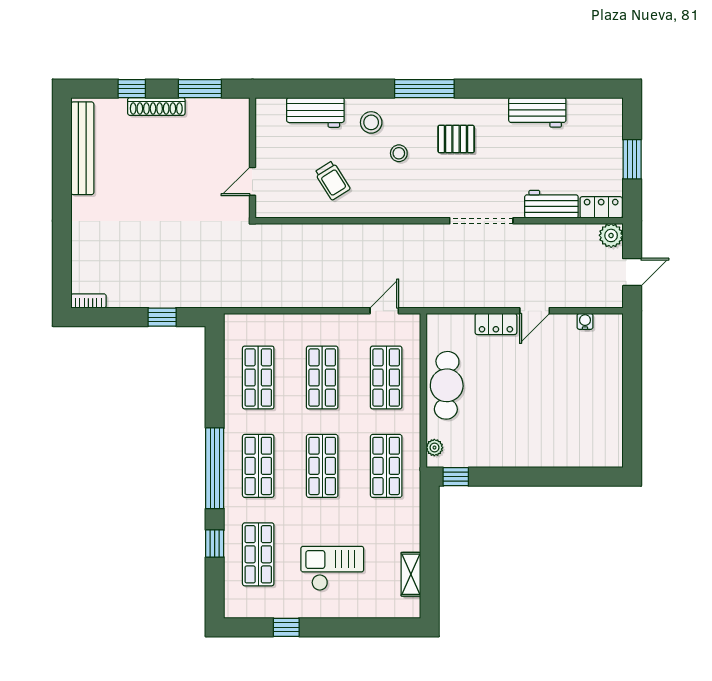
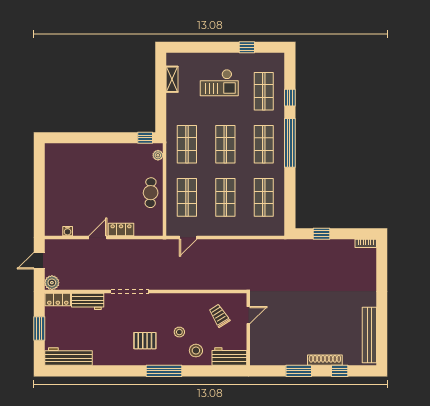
workbench: (537, 112) -> (68, 357), moved, width x1.38
wall: (252, 158) -> (248, 329), moved
door: (252, 181) -> (248, 315), moved
cafe table: (447, 385) -> (151, 193), width x0.73, depth x0.74

